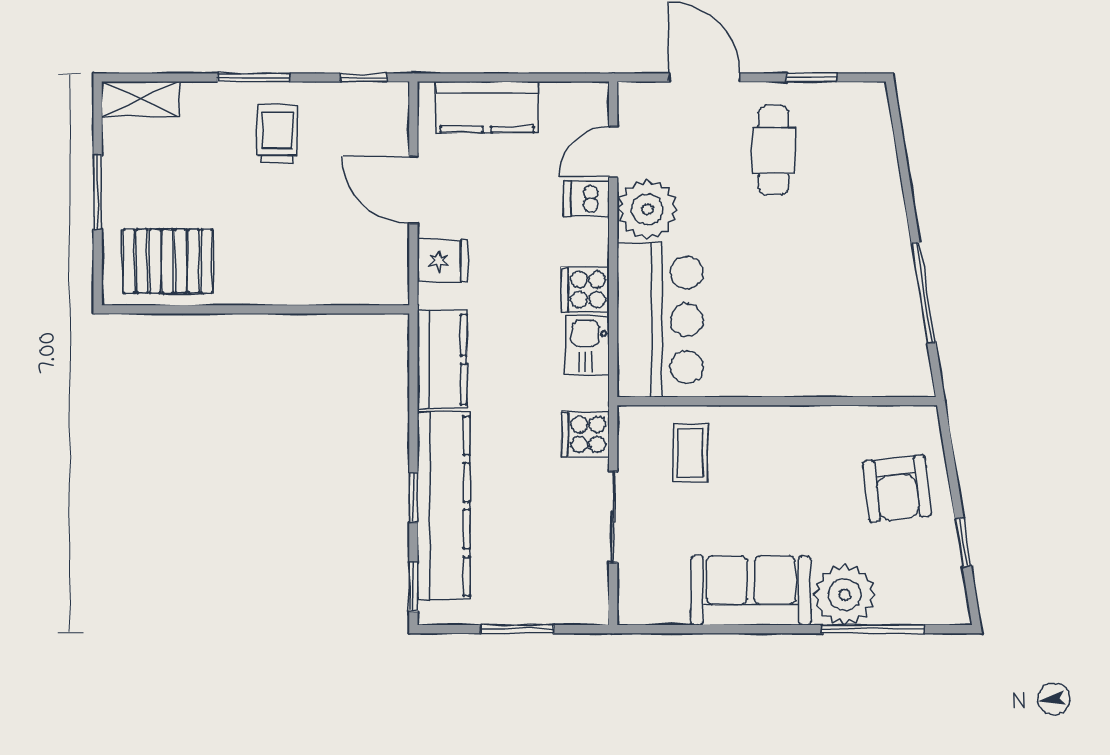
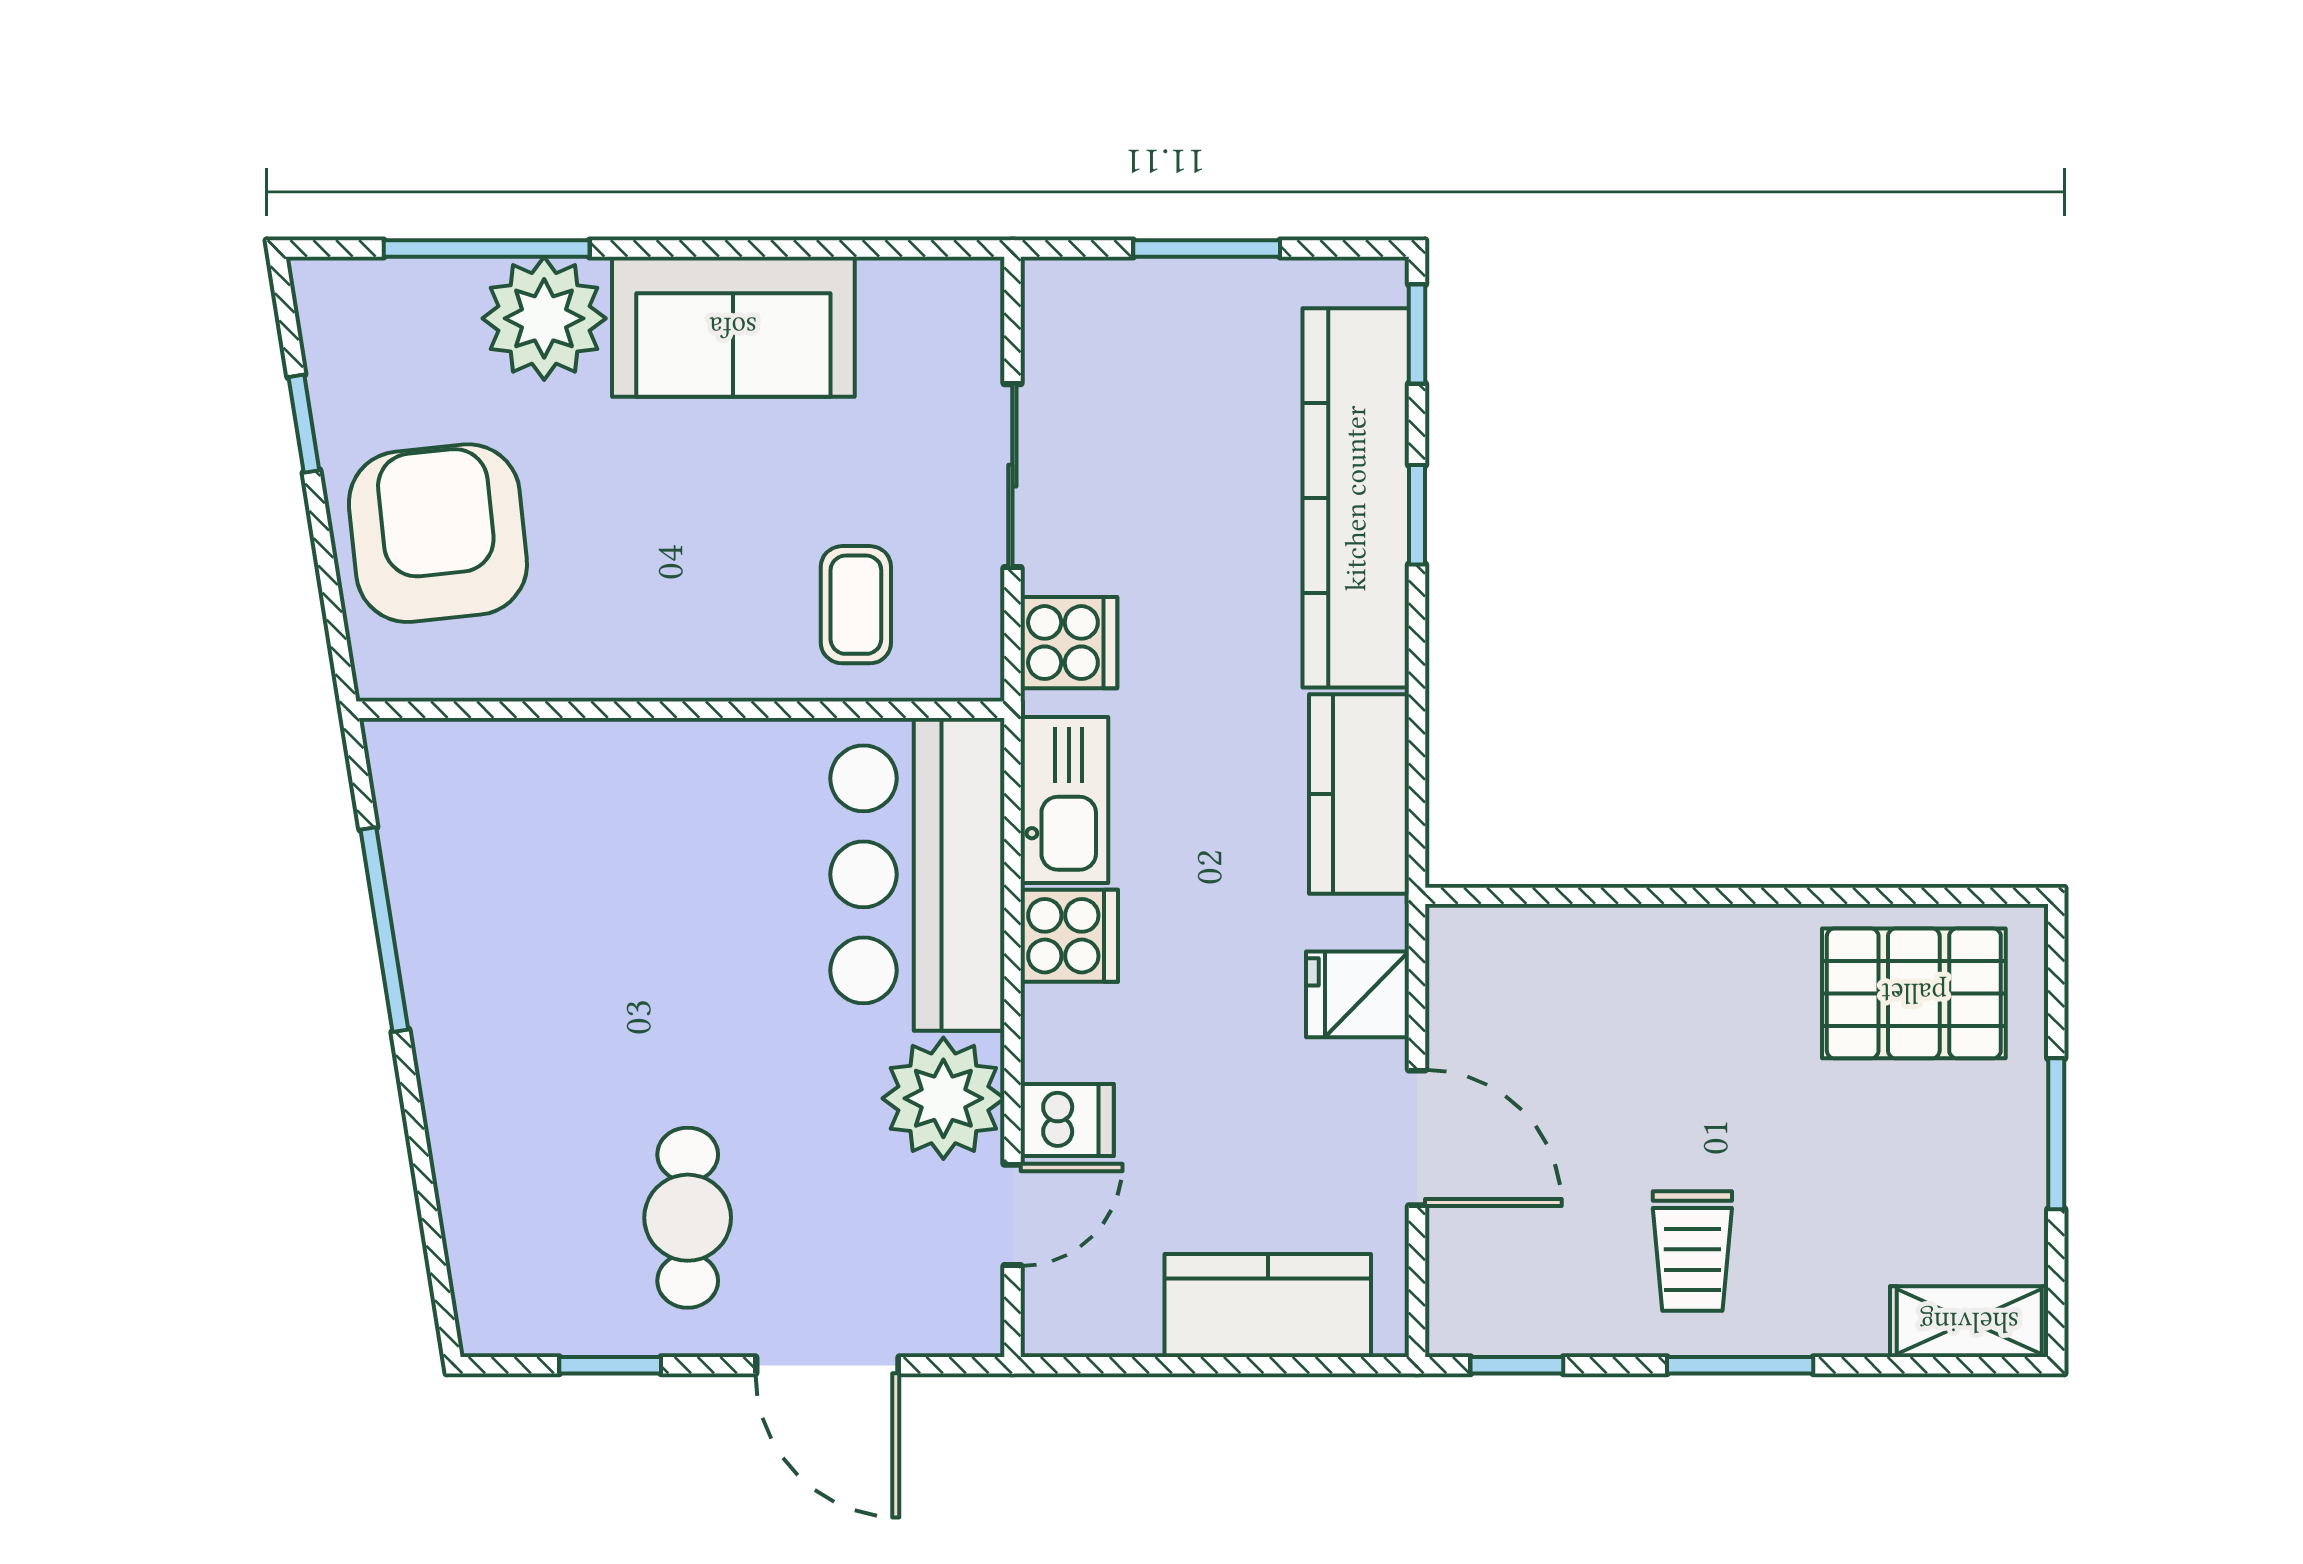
kitchen sink: (588, 345) -> (1064, 800), width x1.38
armchair: (897, 488) -> (438, 533), width x1.36, depth x1.36

